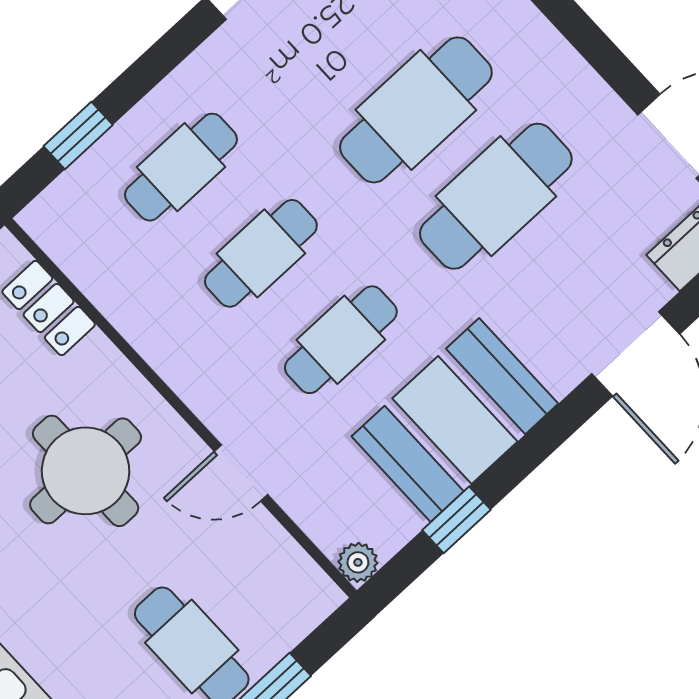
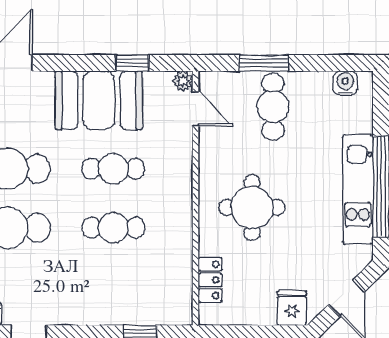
cafe table: (181, 167) -> (113, 287), removed
door: (241, 473) -> (196, 109), moved

